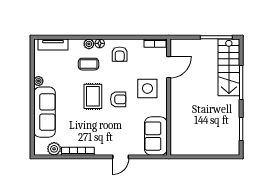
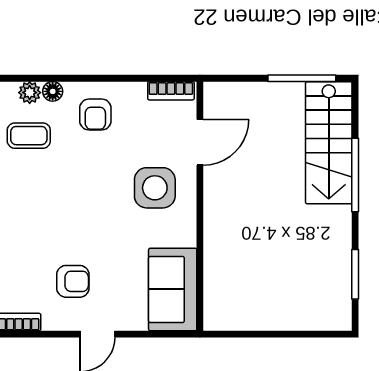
rug: (93, 96) -> (38, 205), removed
armchair: (118, 99) -> (73, 281), moved

